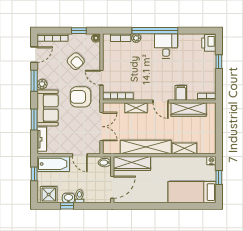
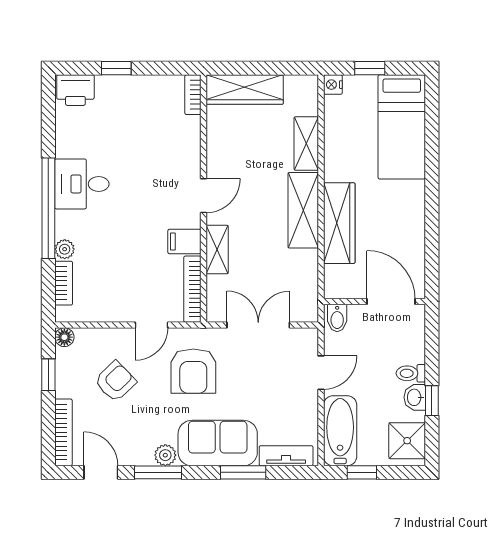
filing cabinet: (181, 93) -> (184, 242), moved
wardrobe: (189, 110) -> (245, 90), moved, turned 90
shelving: (146, 147) -> (303, 210), width x0.68
wardrobe: (132, 164) -> (339, 223), moved

